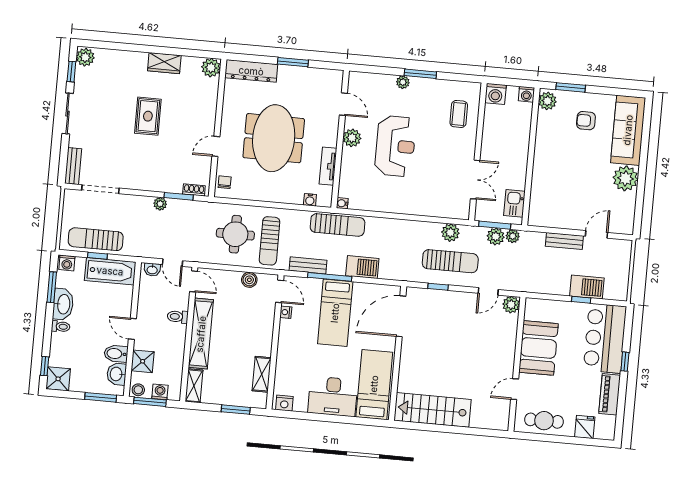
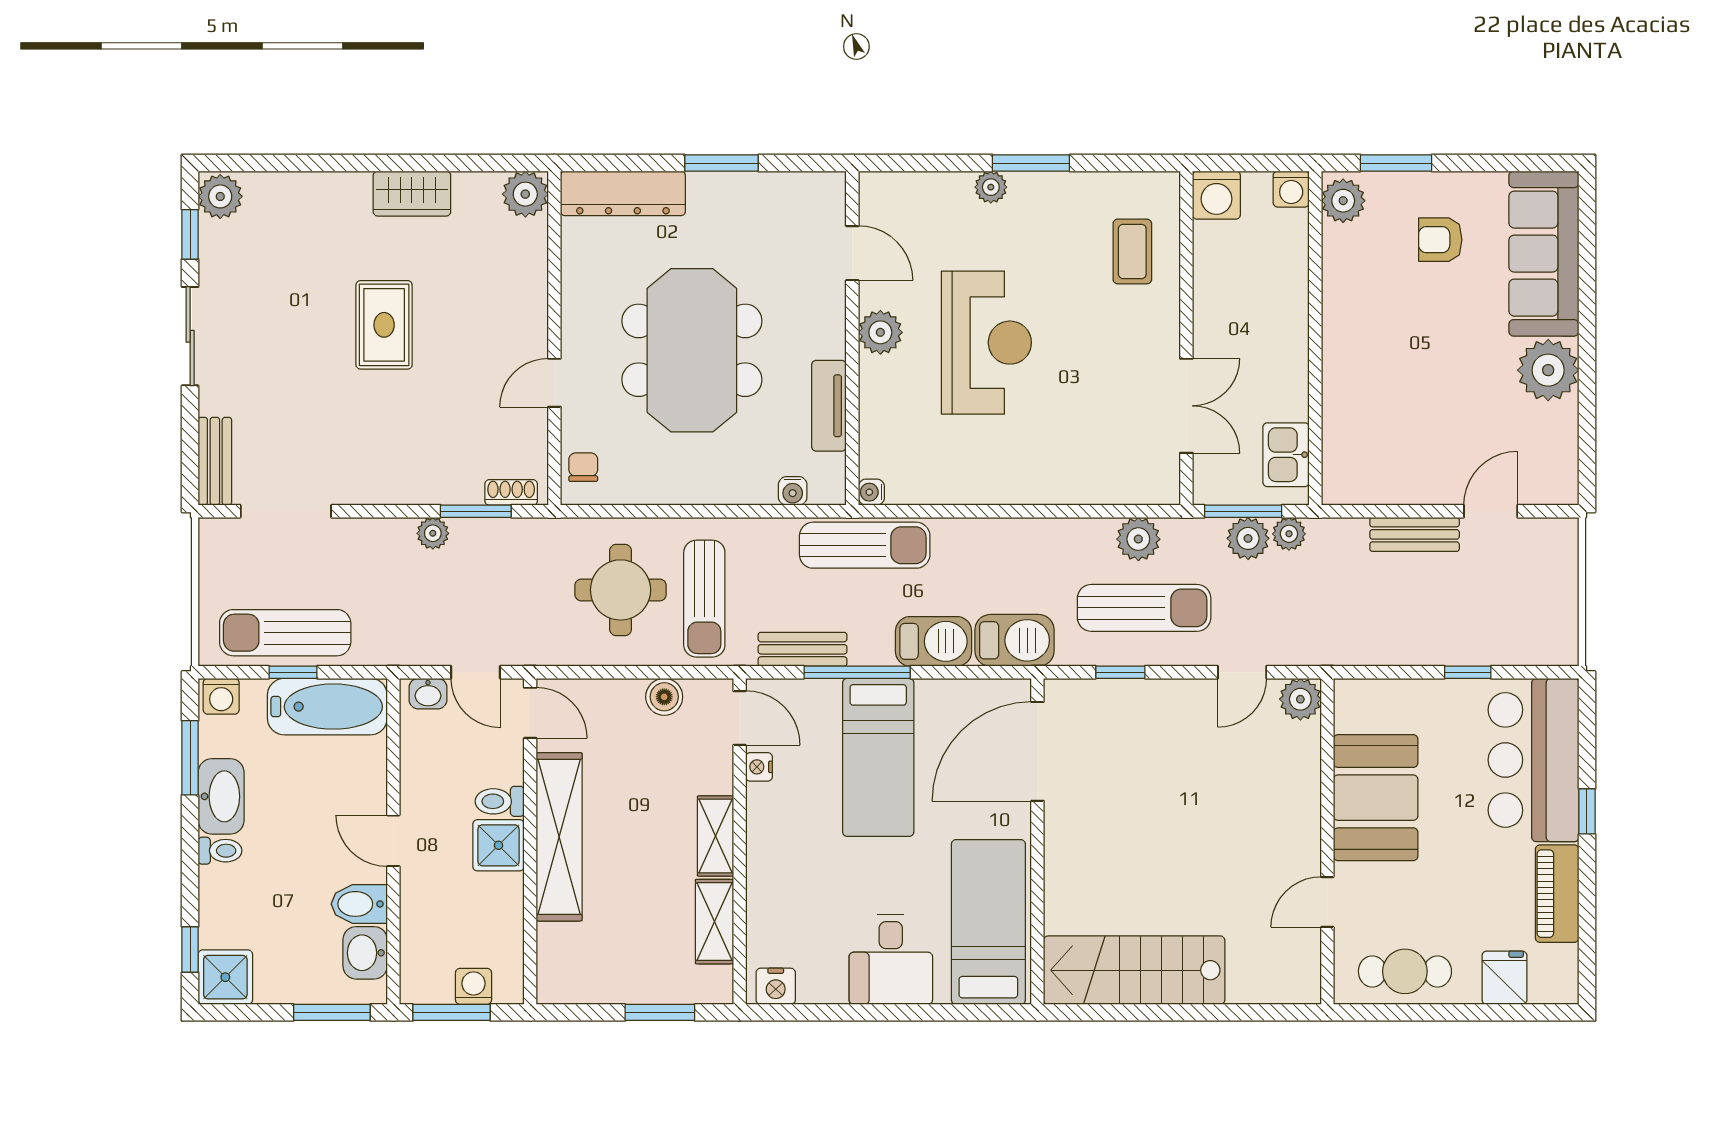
barbecue: (587, 287) -> (1014, 640), moved
shower: (143, 361) -> (499, 845), moved
shelving: (194, 386) -> (715, 836), moved
stool: (138, 390) -> (421, 986), removed
desk: (333, 396) -> (891, 959), width x0.73

